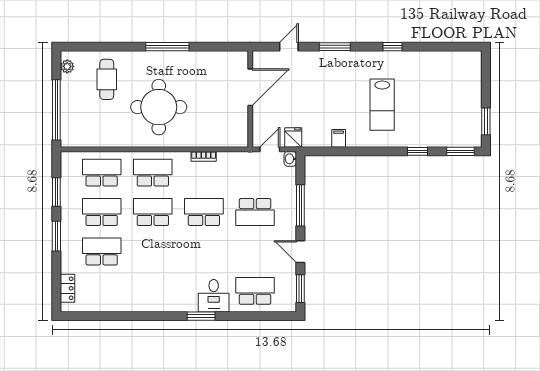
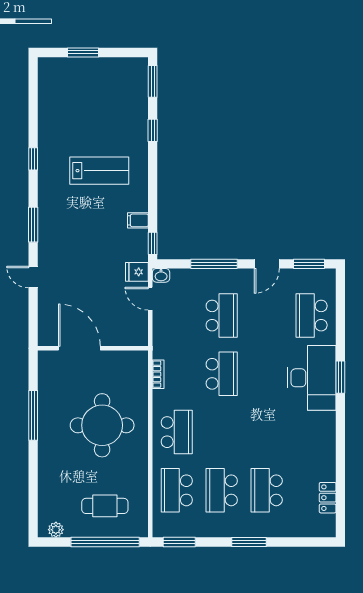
cafe table: (107, 79) -> (105, 506), moved
door: (250, 87) -> (79, 348), moved
wall: (250, 99) -> (93, 348), moved
window: (486, 121) -> (83, 52), moved
window: (318, 151) -> (153, 243), added
school desk: (153, 173) -> (177, 432), turned 180
window: (56, 192) -> (179, 542), moved
school desk: (153, 212) -> (222, 432), removed
school desk: (204, 212) -> (222, 374), turned 180
locker: (68, 288) -> (328, 498), moved, turned -90
desk: (214, 296) -> (312, 378), width x1.87, depth x1.30

